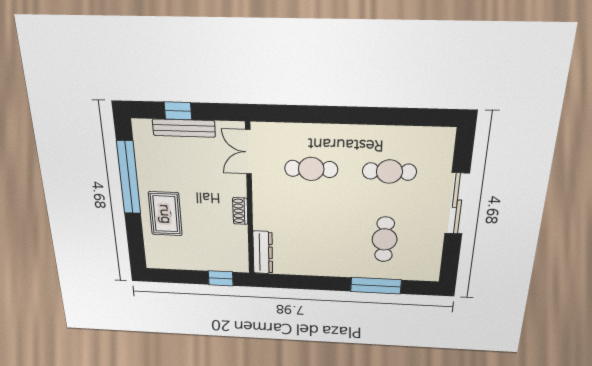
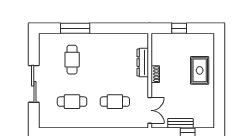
bench: (184, 128) -> (180, 123), width x0.73
window: (129, 178) -> (219, 93), removed
dresser: (263, 252) -> (143, 63), moved
window: (221, 278) -> (179, 28), moved

